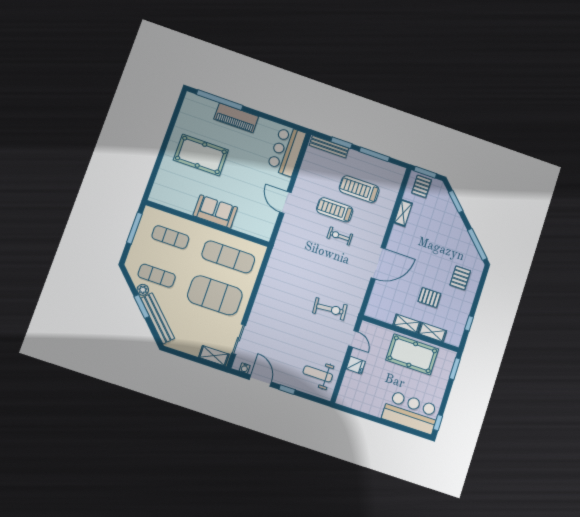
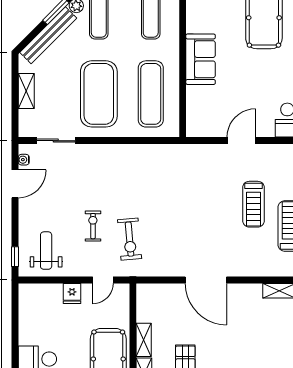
treadmill: (335, 210) -> (254, 204), turned 180
exercise bike: (340, 236) -> (93, 226), moved
shelving: (214, 356) -> (26, 91), moved
window: (287, 390) -> (15, 257), moved

